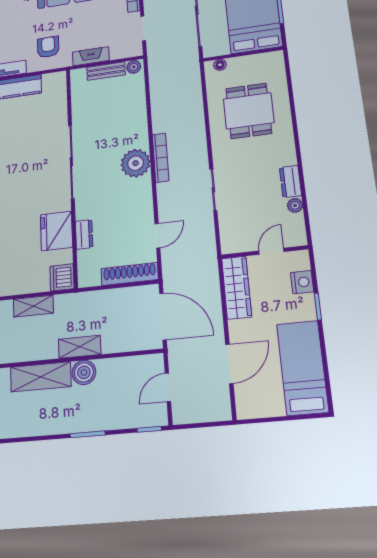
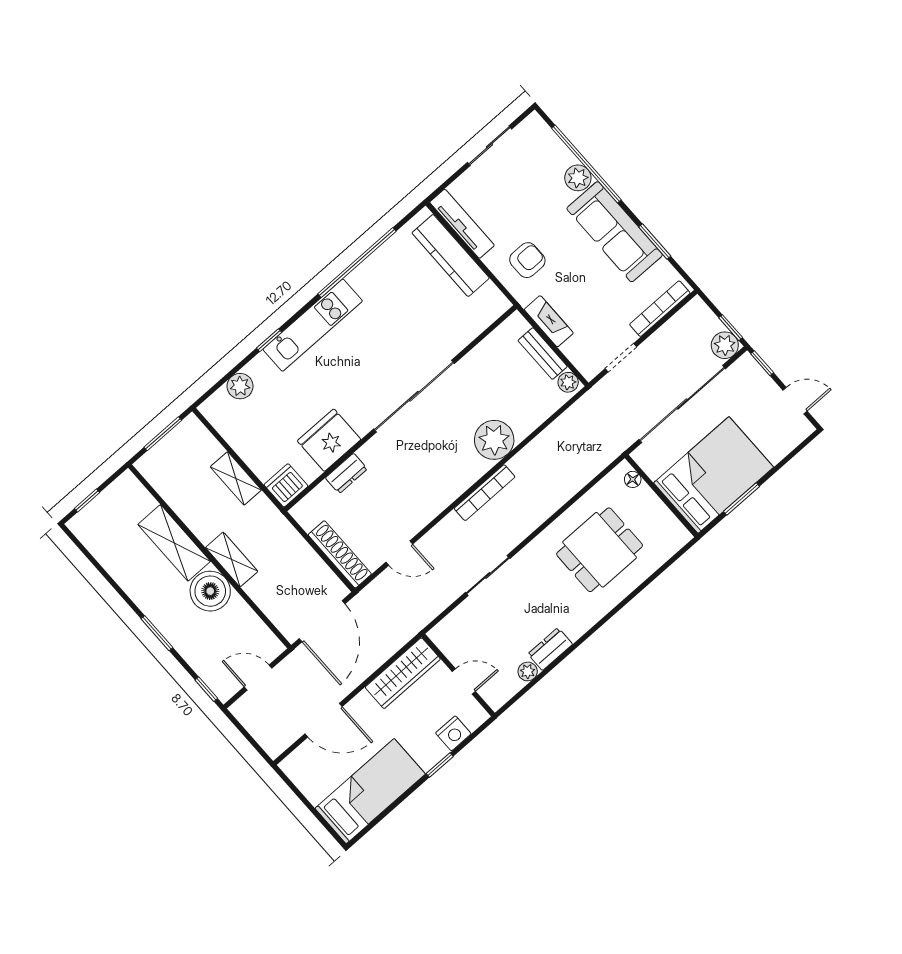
plant: (136, 163) -> (494, 440), moved
boiler: (84, 372) -> (210, 591), width x1.37, depth x1.37

